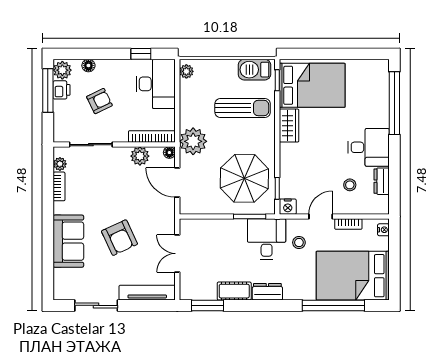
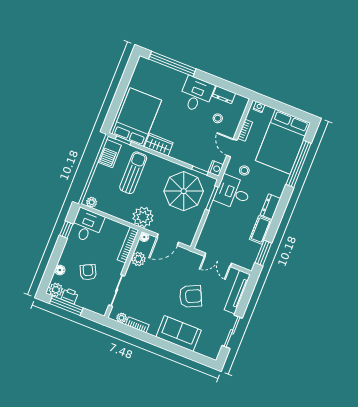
desk: (156, 84) -> (87, 226), width x0.73

